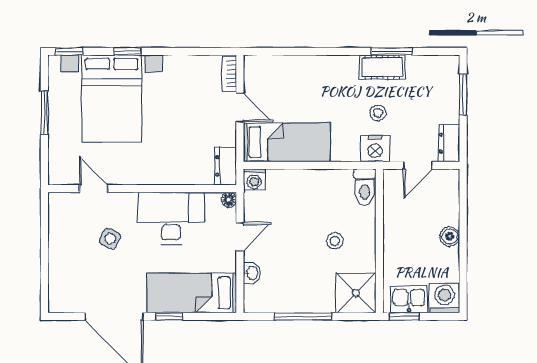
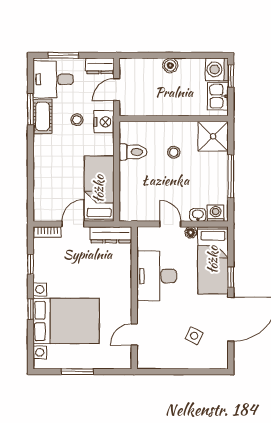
window: (69, 51) -> (30, 264), moved
desk: (431, 81) -> (53, 79), added
door: (418, 165) -> (117, 90), swing flipped
dresser: (226, 166) -> (111, 235), width x1.44
washing machine: (254, 180) -> (216, 213), moved, turned -90
toilet: (365, 187) -> (133, 152), moved
floor lamp: (229, 200) -> (191, 232), moved
side table: (110, 239) -> (194, 336), moved
window: (404, 316) -> (231, 76), moved

